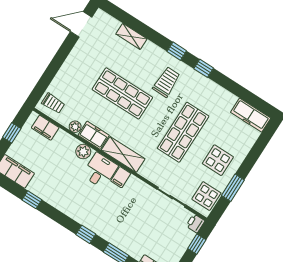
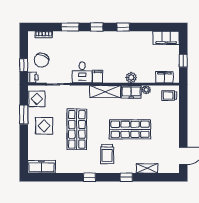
window: (177, 51) -> (126, 177), moved
desk: (100, 171) -> (82, 72), moved
window: (32, 200) -> (123, 27), moved
chair: (173, 237) -> (42, 60), added

